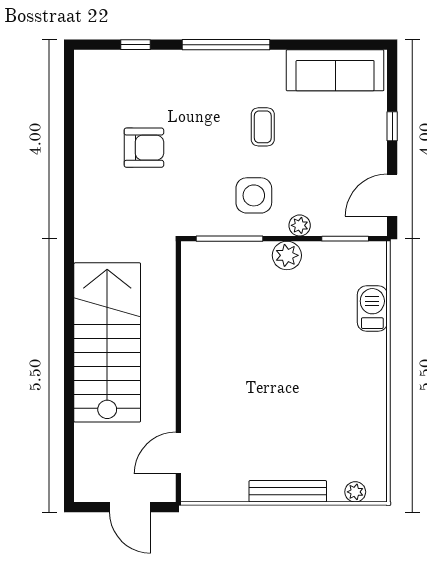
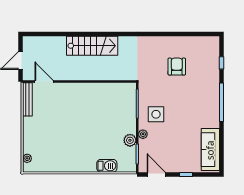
coffee table: (263, 127) -> (186, 118), removed
armchair: (144, 148) -> (177, 67), turned 180
plant: (287, 255) -> (130, 140), moved
stairs: (107, 342) -> (92, 46), width x0.73, depth x0.66
bench: (288, 491) -> (27, 99), moved

